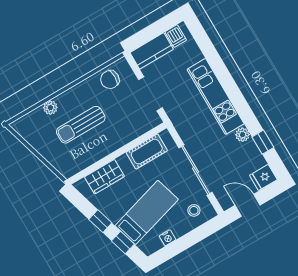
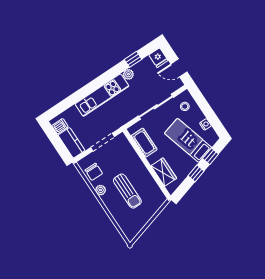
plant: (50, 108) -> (101, 190), moved
door: (248, 205) -> (179, 68), hinge flipped

